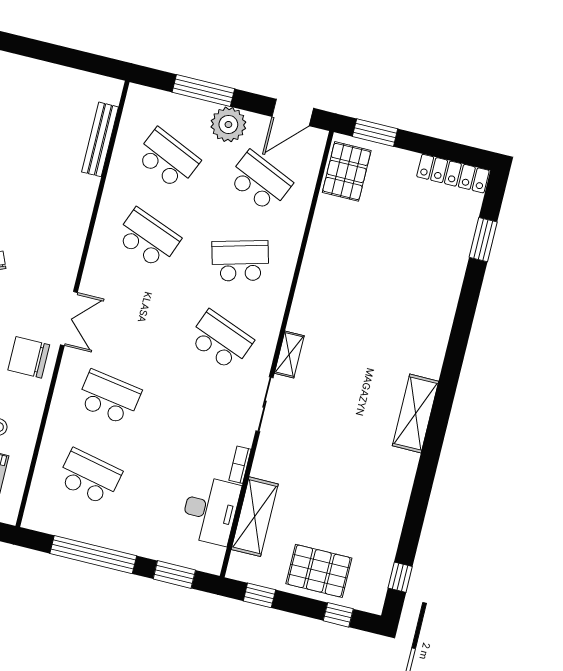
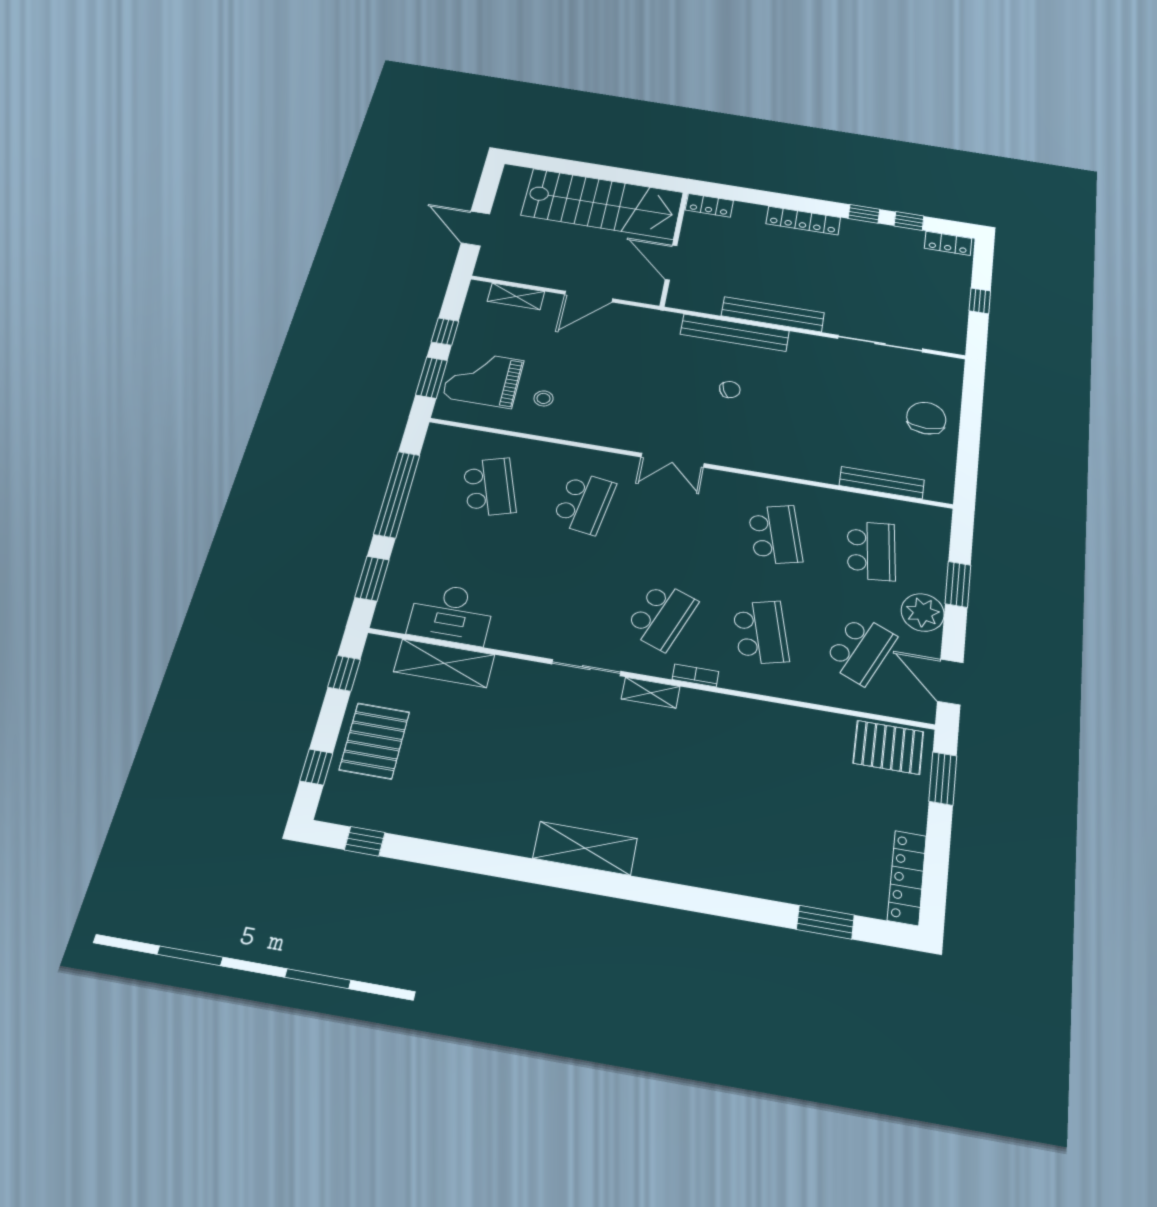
window: (203, 90) -> (958, 584), width x0.69
school desk: (168, 159) -> (871, 551), turned -30
school desk: (148, 238) -> (775, 535), turned -36
chair: (29, 357) -> (926, 418), moved
bookcase: (240, 465) -> (695, 675), moved
school desk: (89, 477) -> (489, 487), turned -30

